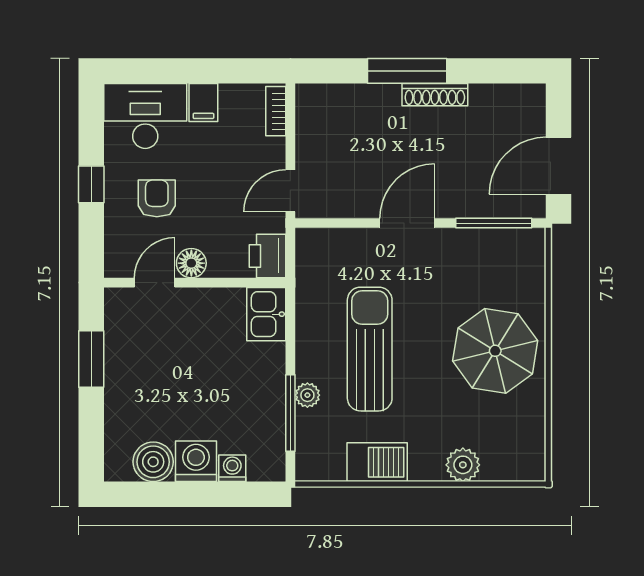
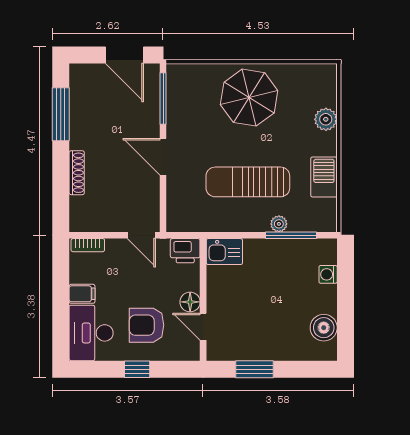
window: (407, 71) -> (61, 114), moved
shoe rack: (435, 95) -> (77, 173), moved
armchair: (157, 198) -> (147, 325), width x1.38, depth x1.38
washing machine: (196, 461) -> (323, 299), removed

